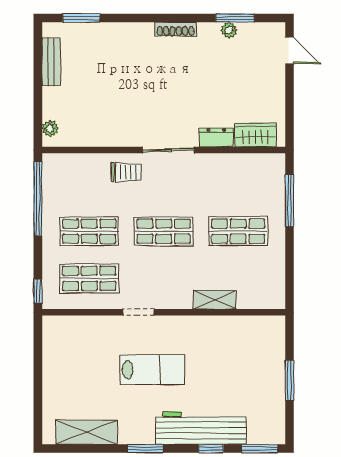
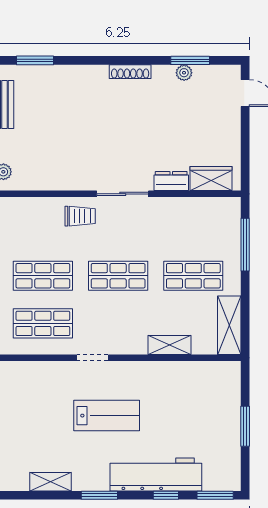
shelving: (274, 280) -> (229, 325), added
shelving: (87, 432) -> (50, 482), width x0.67, depth x0.75

